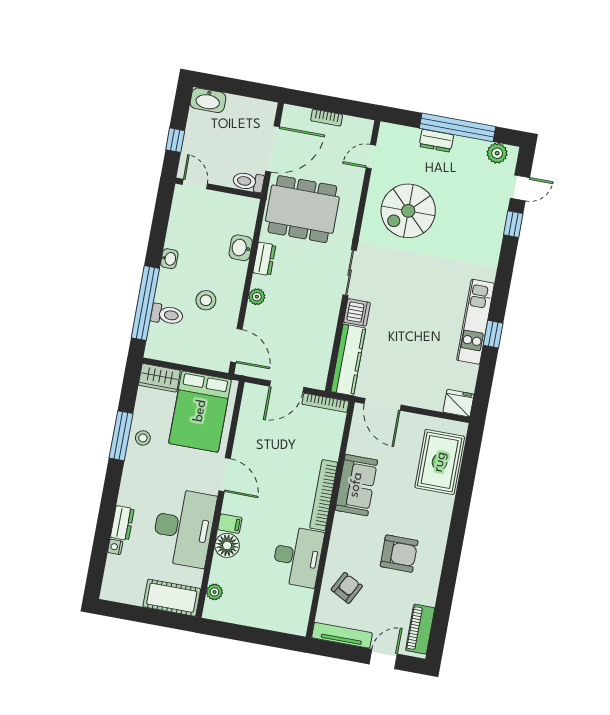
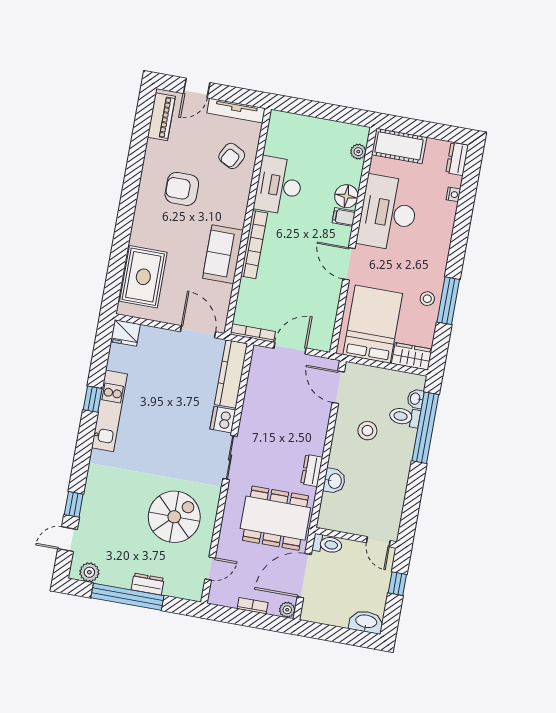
washbasin: (169, 259) -> (415, 399), moved
plant: (257, 297) -> (287, 610), moved
dresser: (122, 523) -> (457, 159), moved

